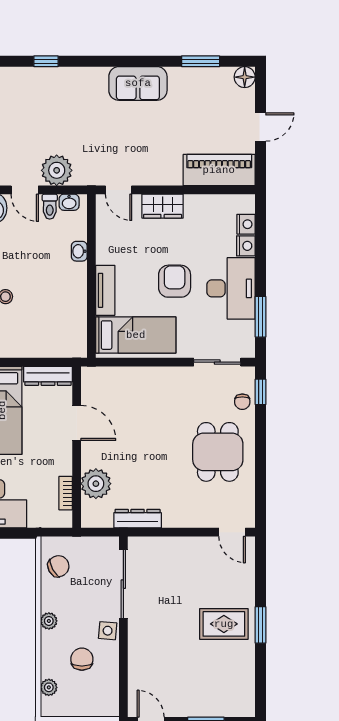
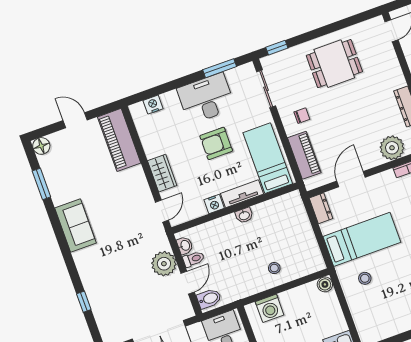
nightstand: (246, 246) -> (214, 204), moved, turned 180
washbasin: (79, 251) -> (244, 215), moved
dresser: (48, 376) -> (321, 208), width x0.70
piano: (124, 379) -> (304, 155), added
chair: (242, 402) -> (302, 116), moved

